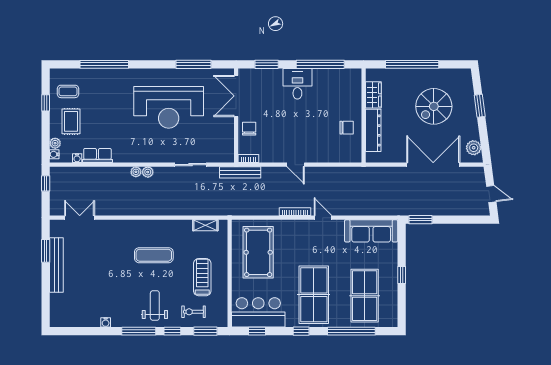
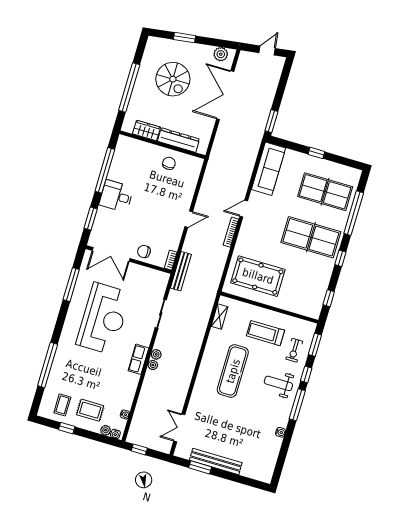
row of seats: (97, 155) -> (138, 359), moved
exercise mat: (154, 255) -> (233, 371), width x1.36, depth x1.45
bar counter: (258, 312) -> (312, 292), removed

